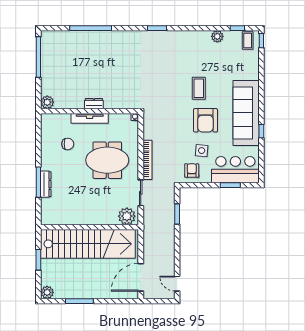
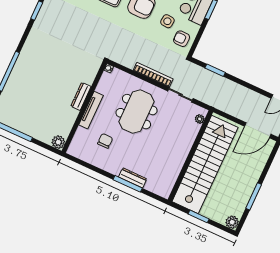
dresser: (94, 104) -> (81, 96), width x1.44
plant: (127, 216) -> (200, 119), width x0.53, depth x0.53
door: (141, 277) -> (258, 130), hinge flipped

